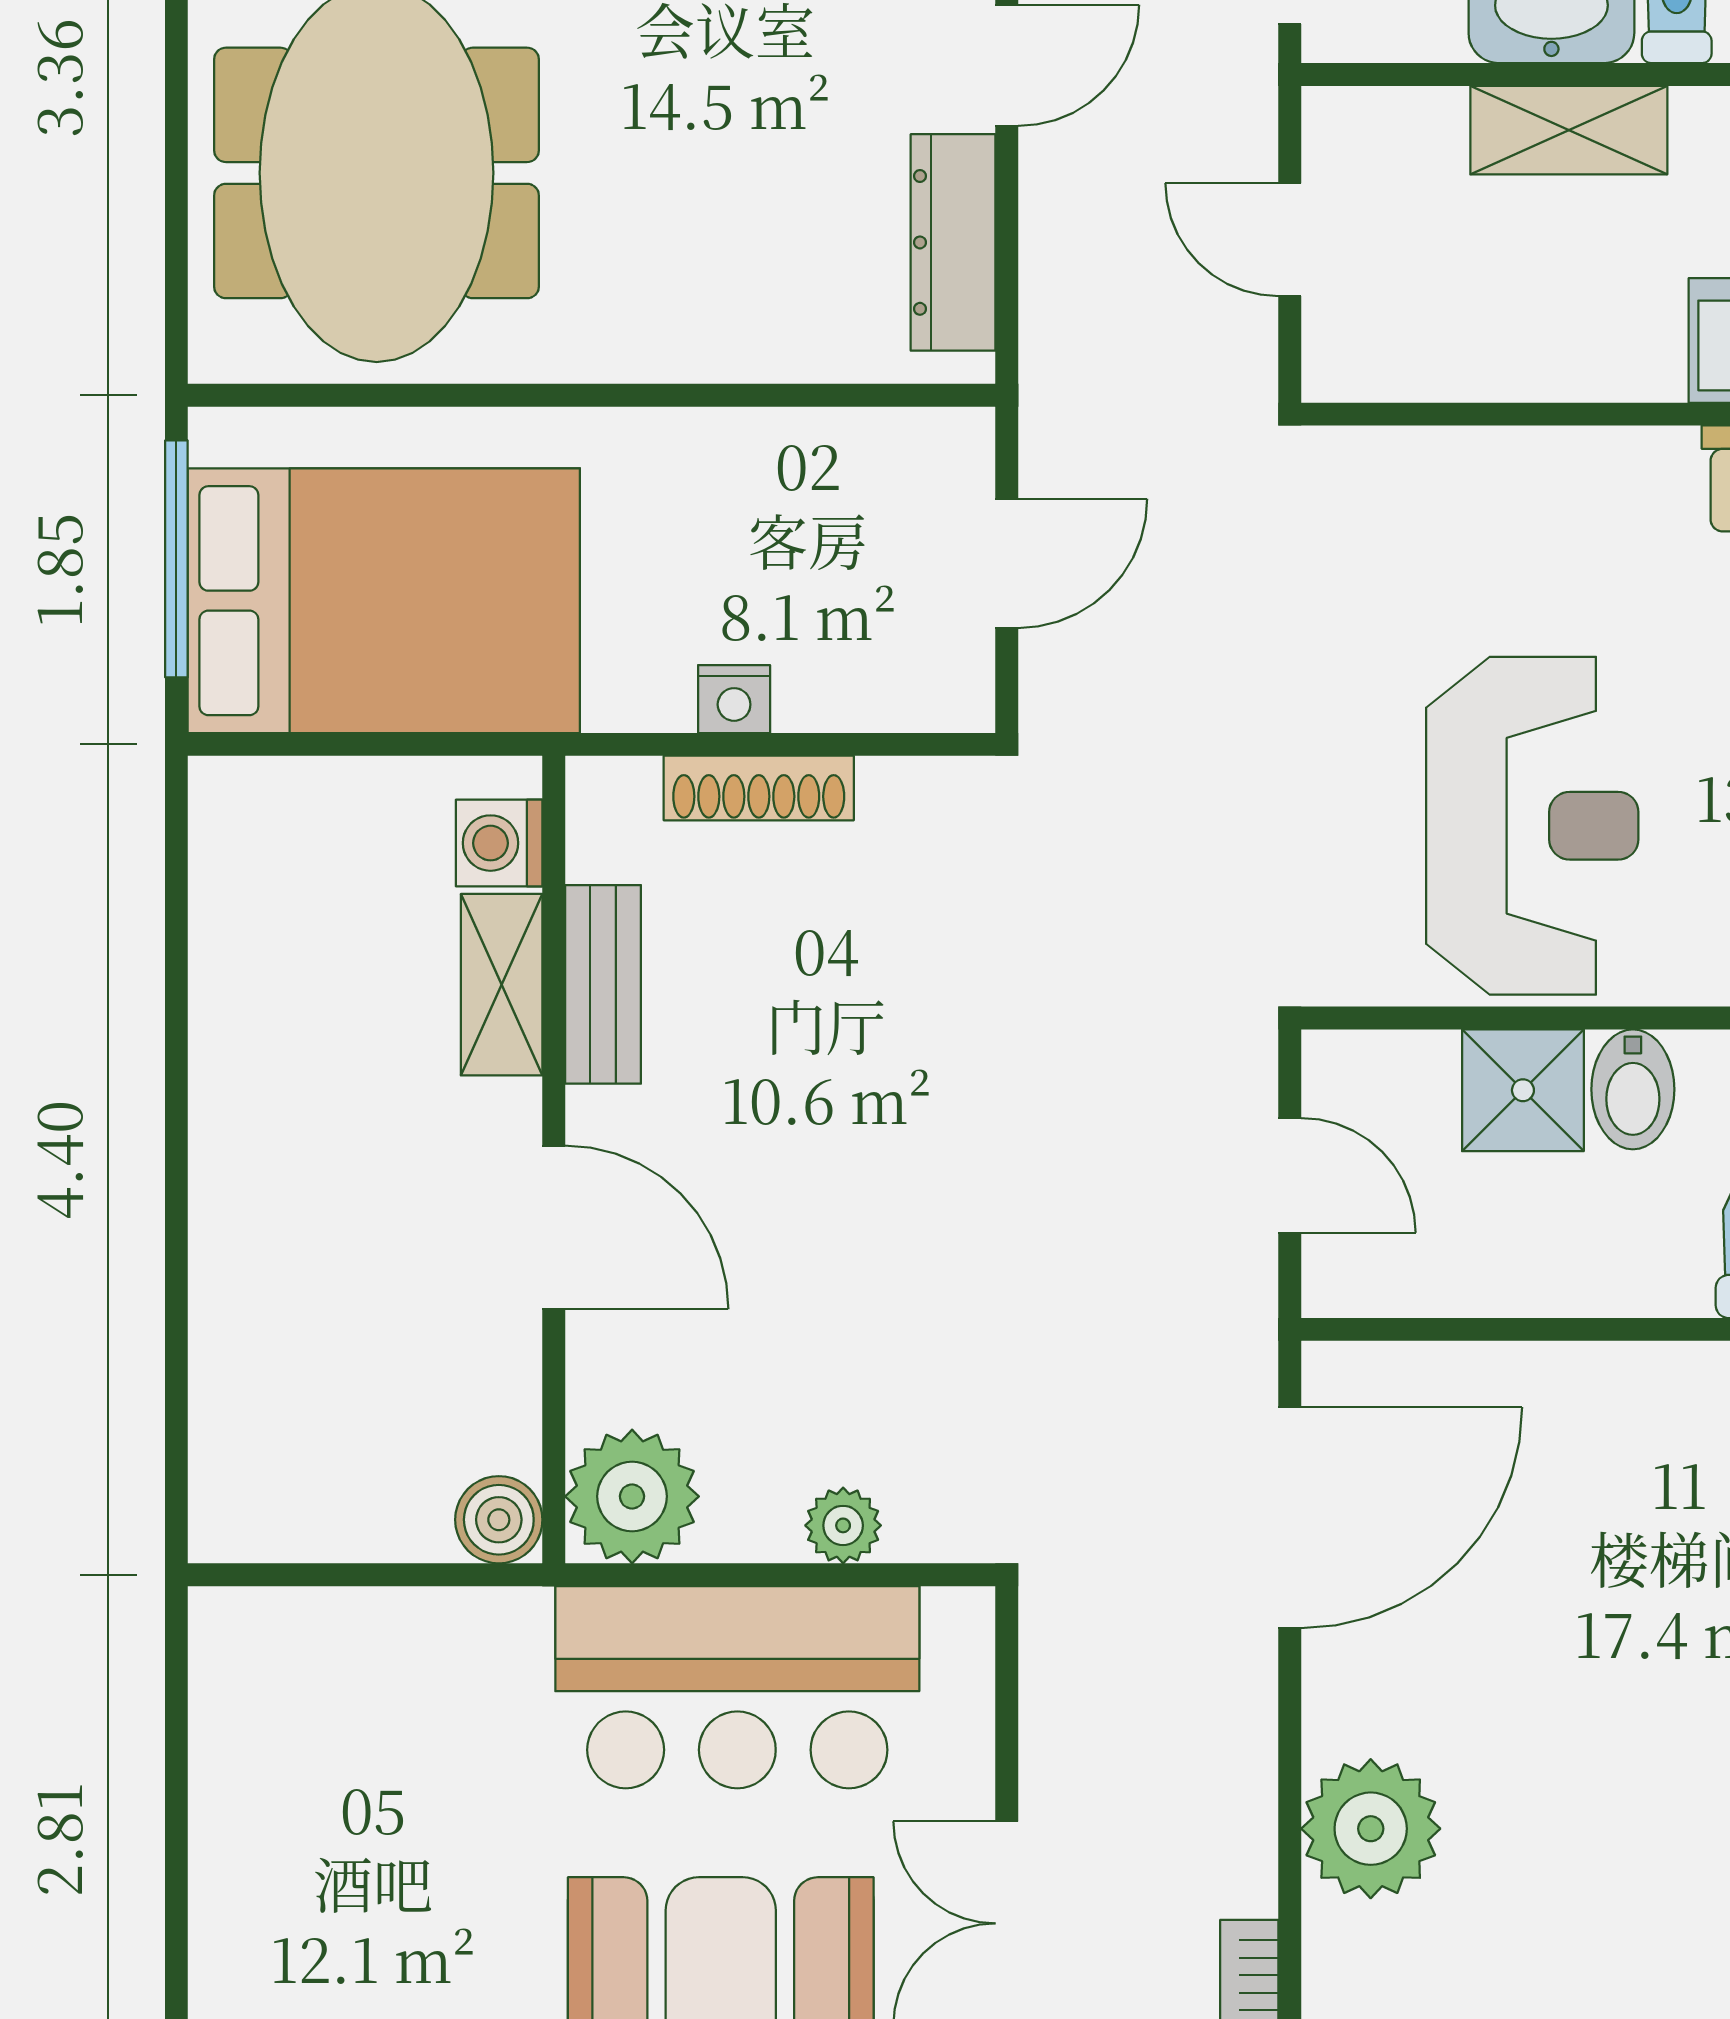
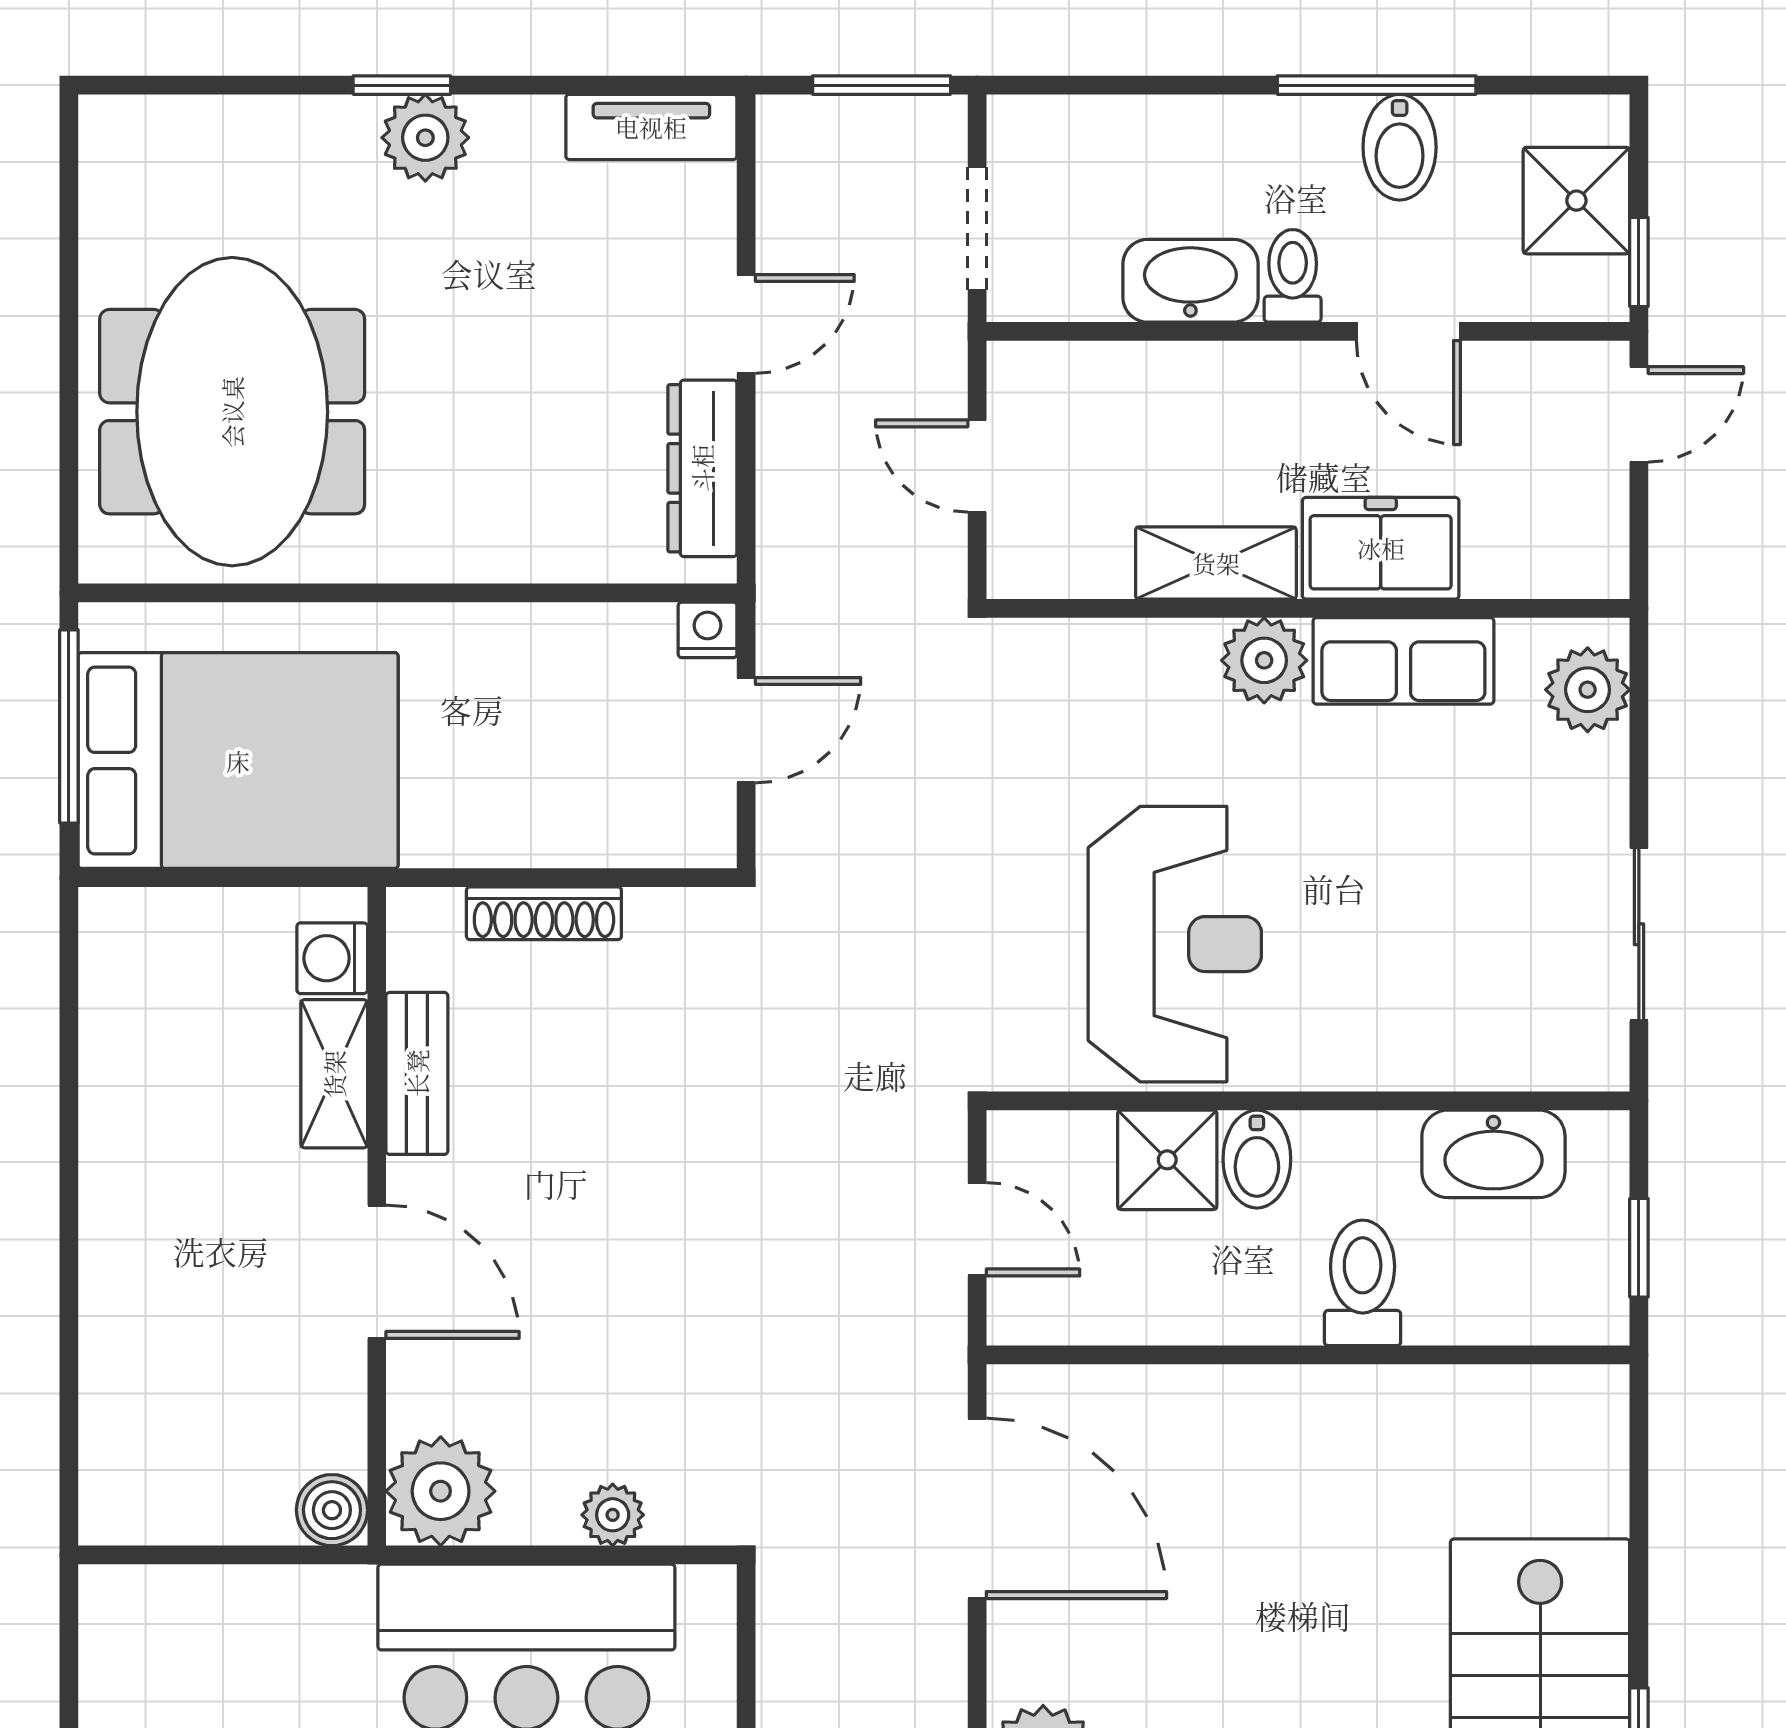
shelving: (1569, 130) -> (1216, 563), moved
plant: (1642, 478) -> (1264, 660), added
nightstand: (734, 699) -> (708, 630), moved, turned 180
door: (1290, 1518) -> (977, 1508), hinge flipped

